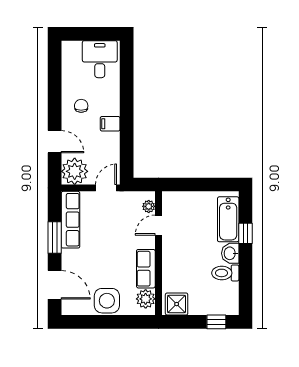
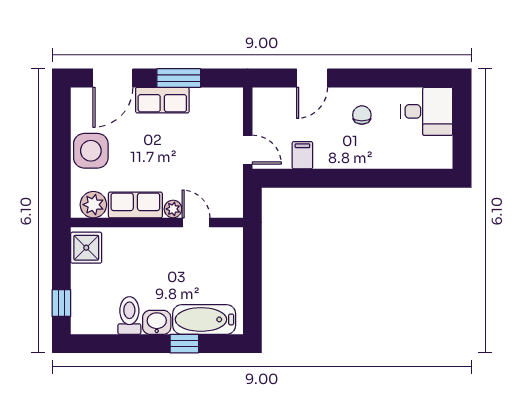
desk: (100, 59) -> (427, 111), moved
chair: (81, 106) -> (362, 115), turned -90
filing cabinet: (110, 124) -> (302, 155), moved
plant: (75, 171) -> (271, 106), removed
plant: (149, 206) -> (173, 209), moved
row of seats: (71, 220) -> (162, 100), moved, width x0.68

